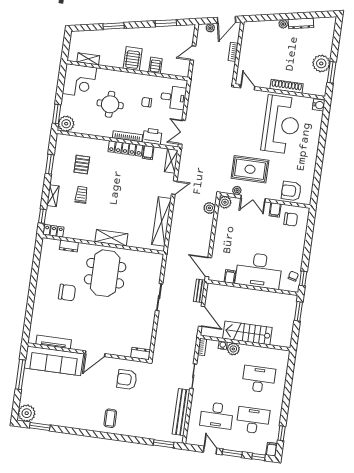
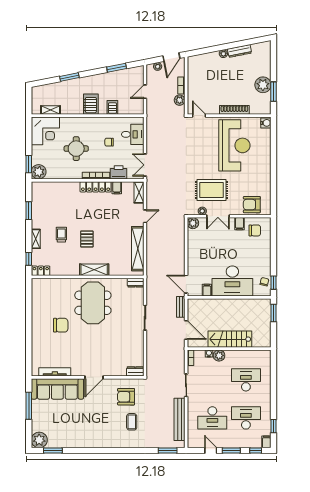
pallet: (82, 165) -> (87, 239), moved
plant: (209, 208) -> (180, 100), moved
dresser: (69, 246) -> (136, 283), moved
coffee table: (110, 418) -> (132, 422), moved

